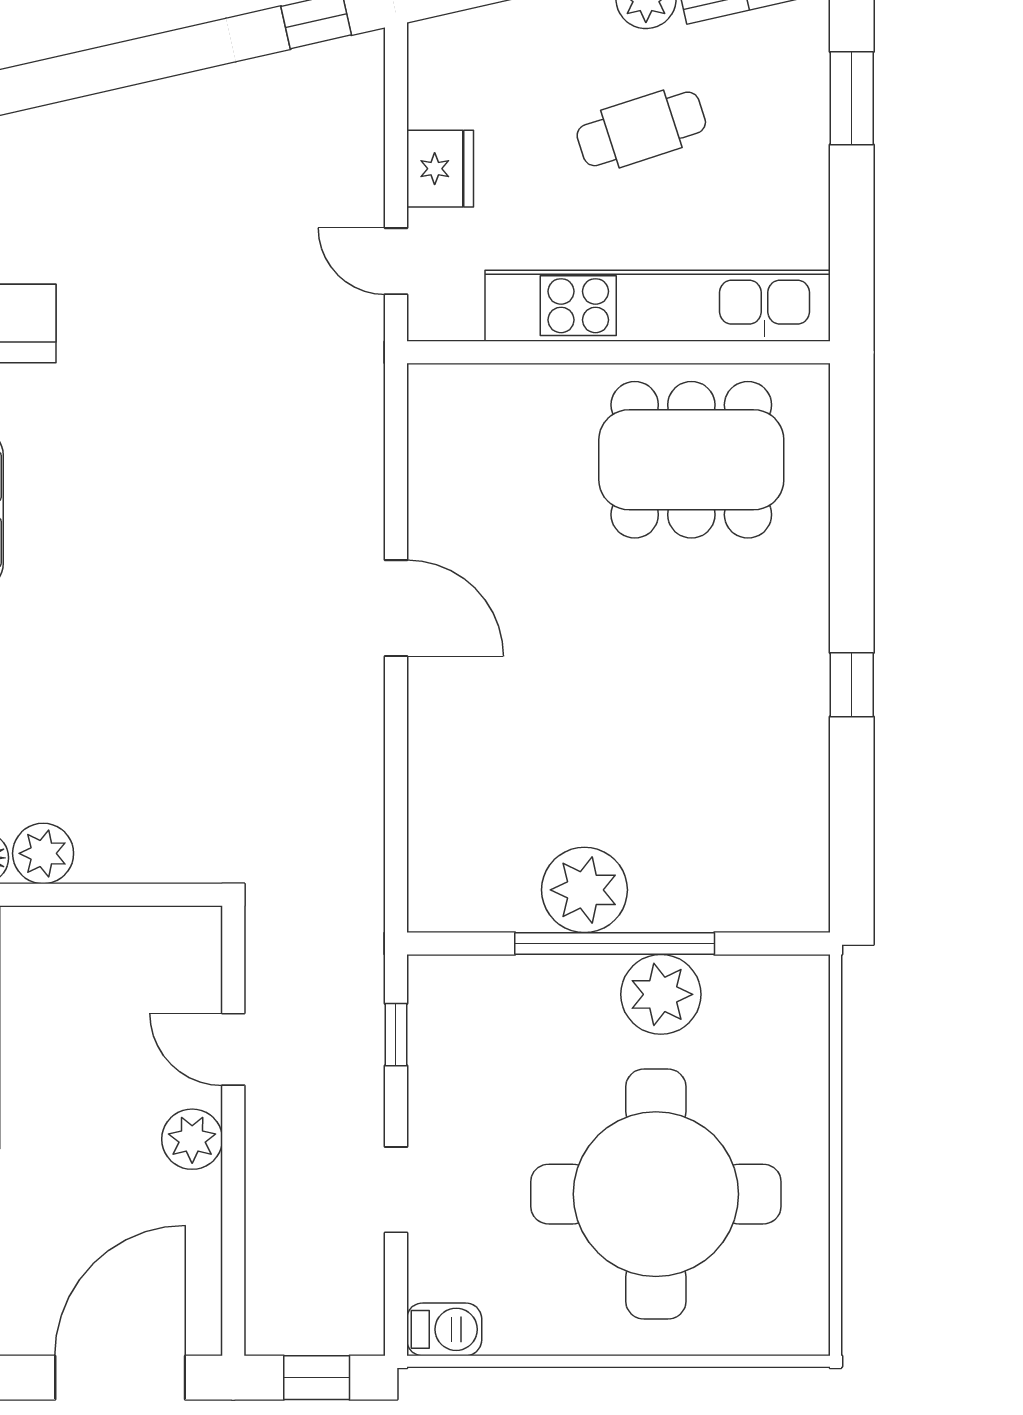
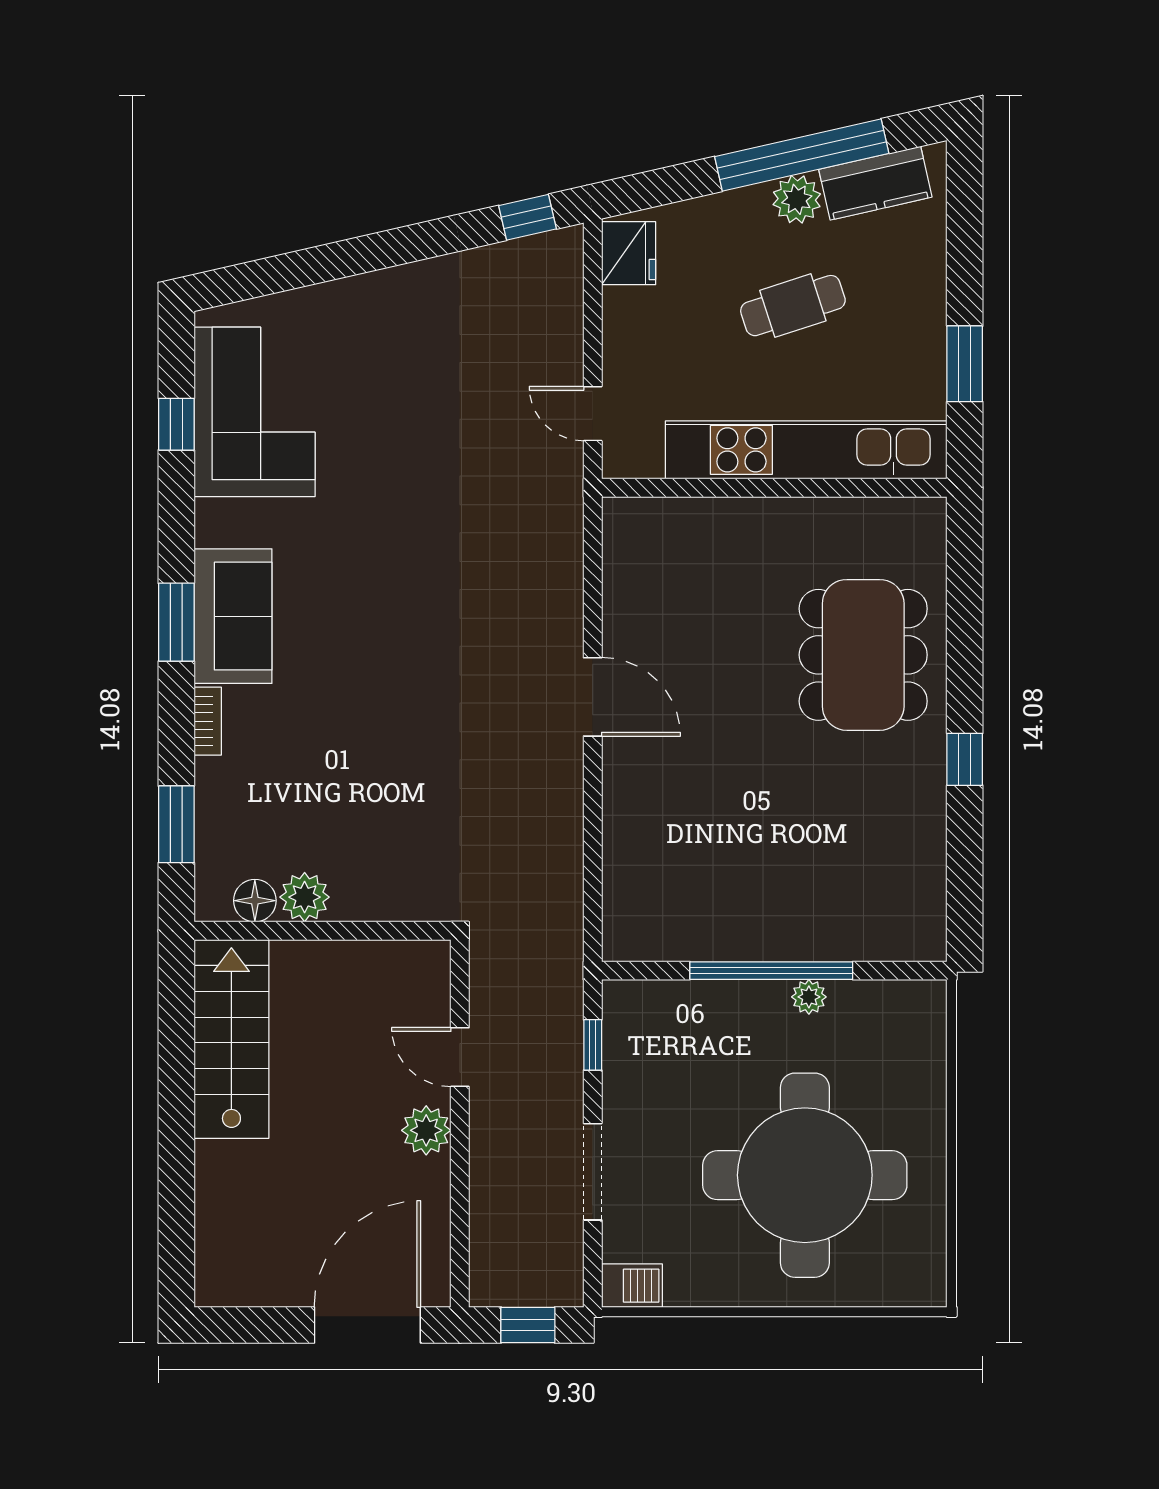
window: (852, 98) -> (965, 364), moved
fridge: (440, 169) -> (629, 253), moved
dining table: (691, 460) -> (863, 655), moved, turned 90
plant: (584, 890) -> (747, 927), removed
plant: (661, 994) -> (809, 997), width x0.53, depth x0.53
doorway: (396, 1190) -> (593, 1172), width x1.38

